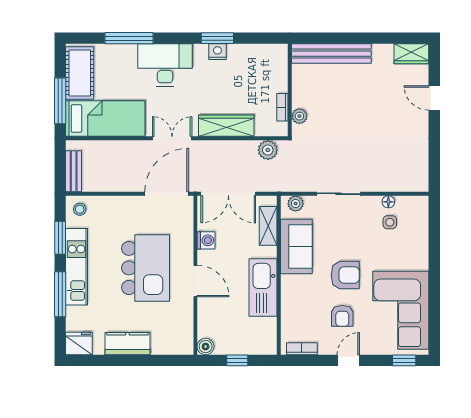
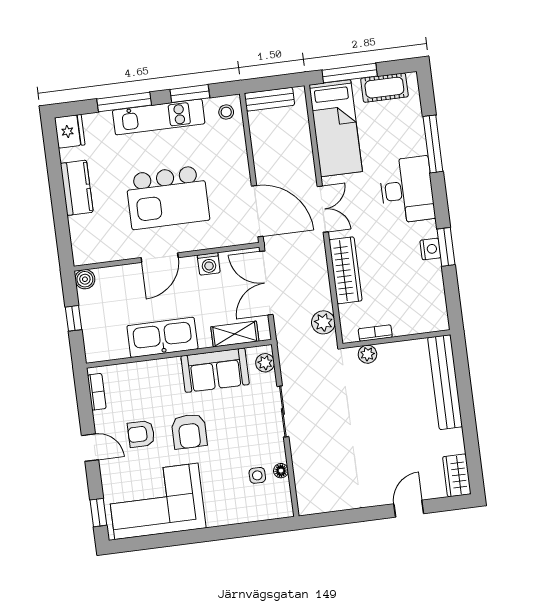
cot: (80, 73) -> (384, 88), width x0.73, depth x0.75

